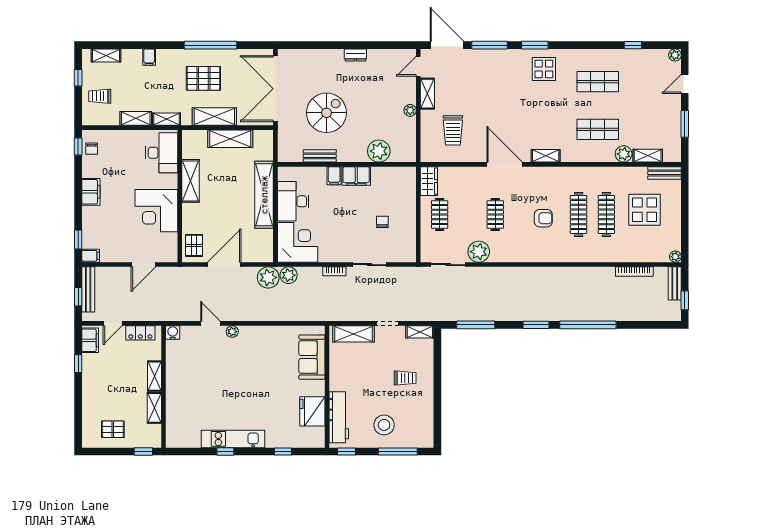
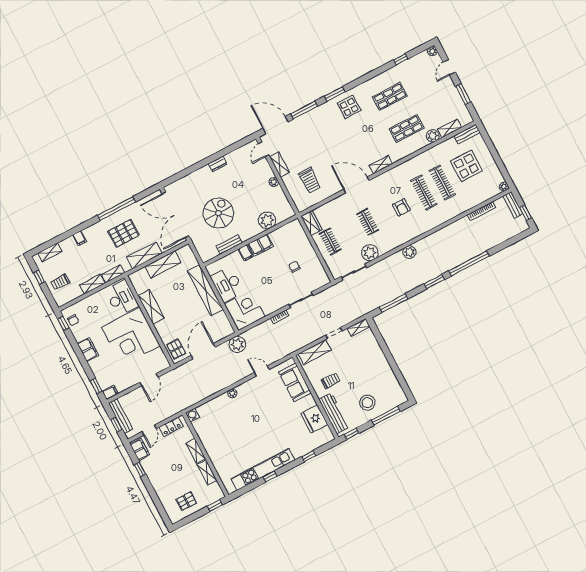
corner desk: (156, 211) -> (131, 336), width x1.36, depth x1.36
armchair: (543, 218) -> (401, 207), turned 90
plant: (289, 275) -> (409, 252), moved
door: (210, 323) -> (262, 371), moved
trolley: (405, 378) -> (331, 381), moved
kitchen unit: (233, 439) -> (263, 469), width x1.36

